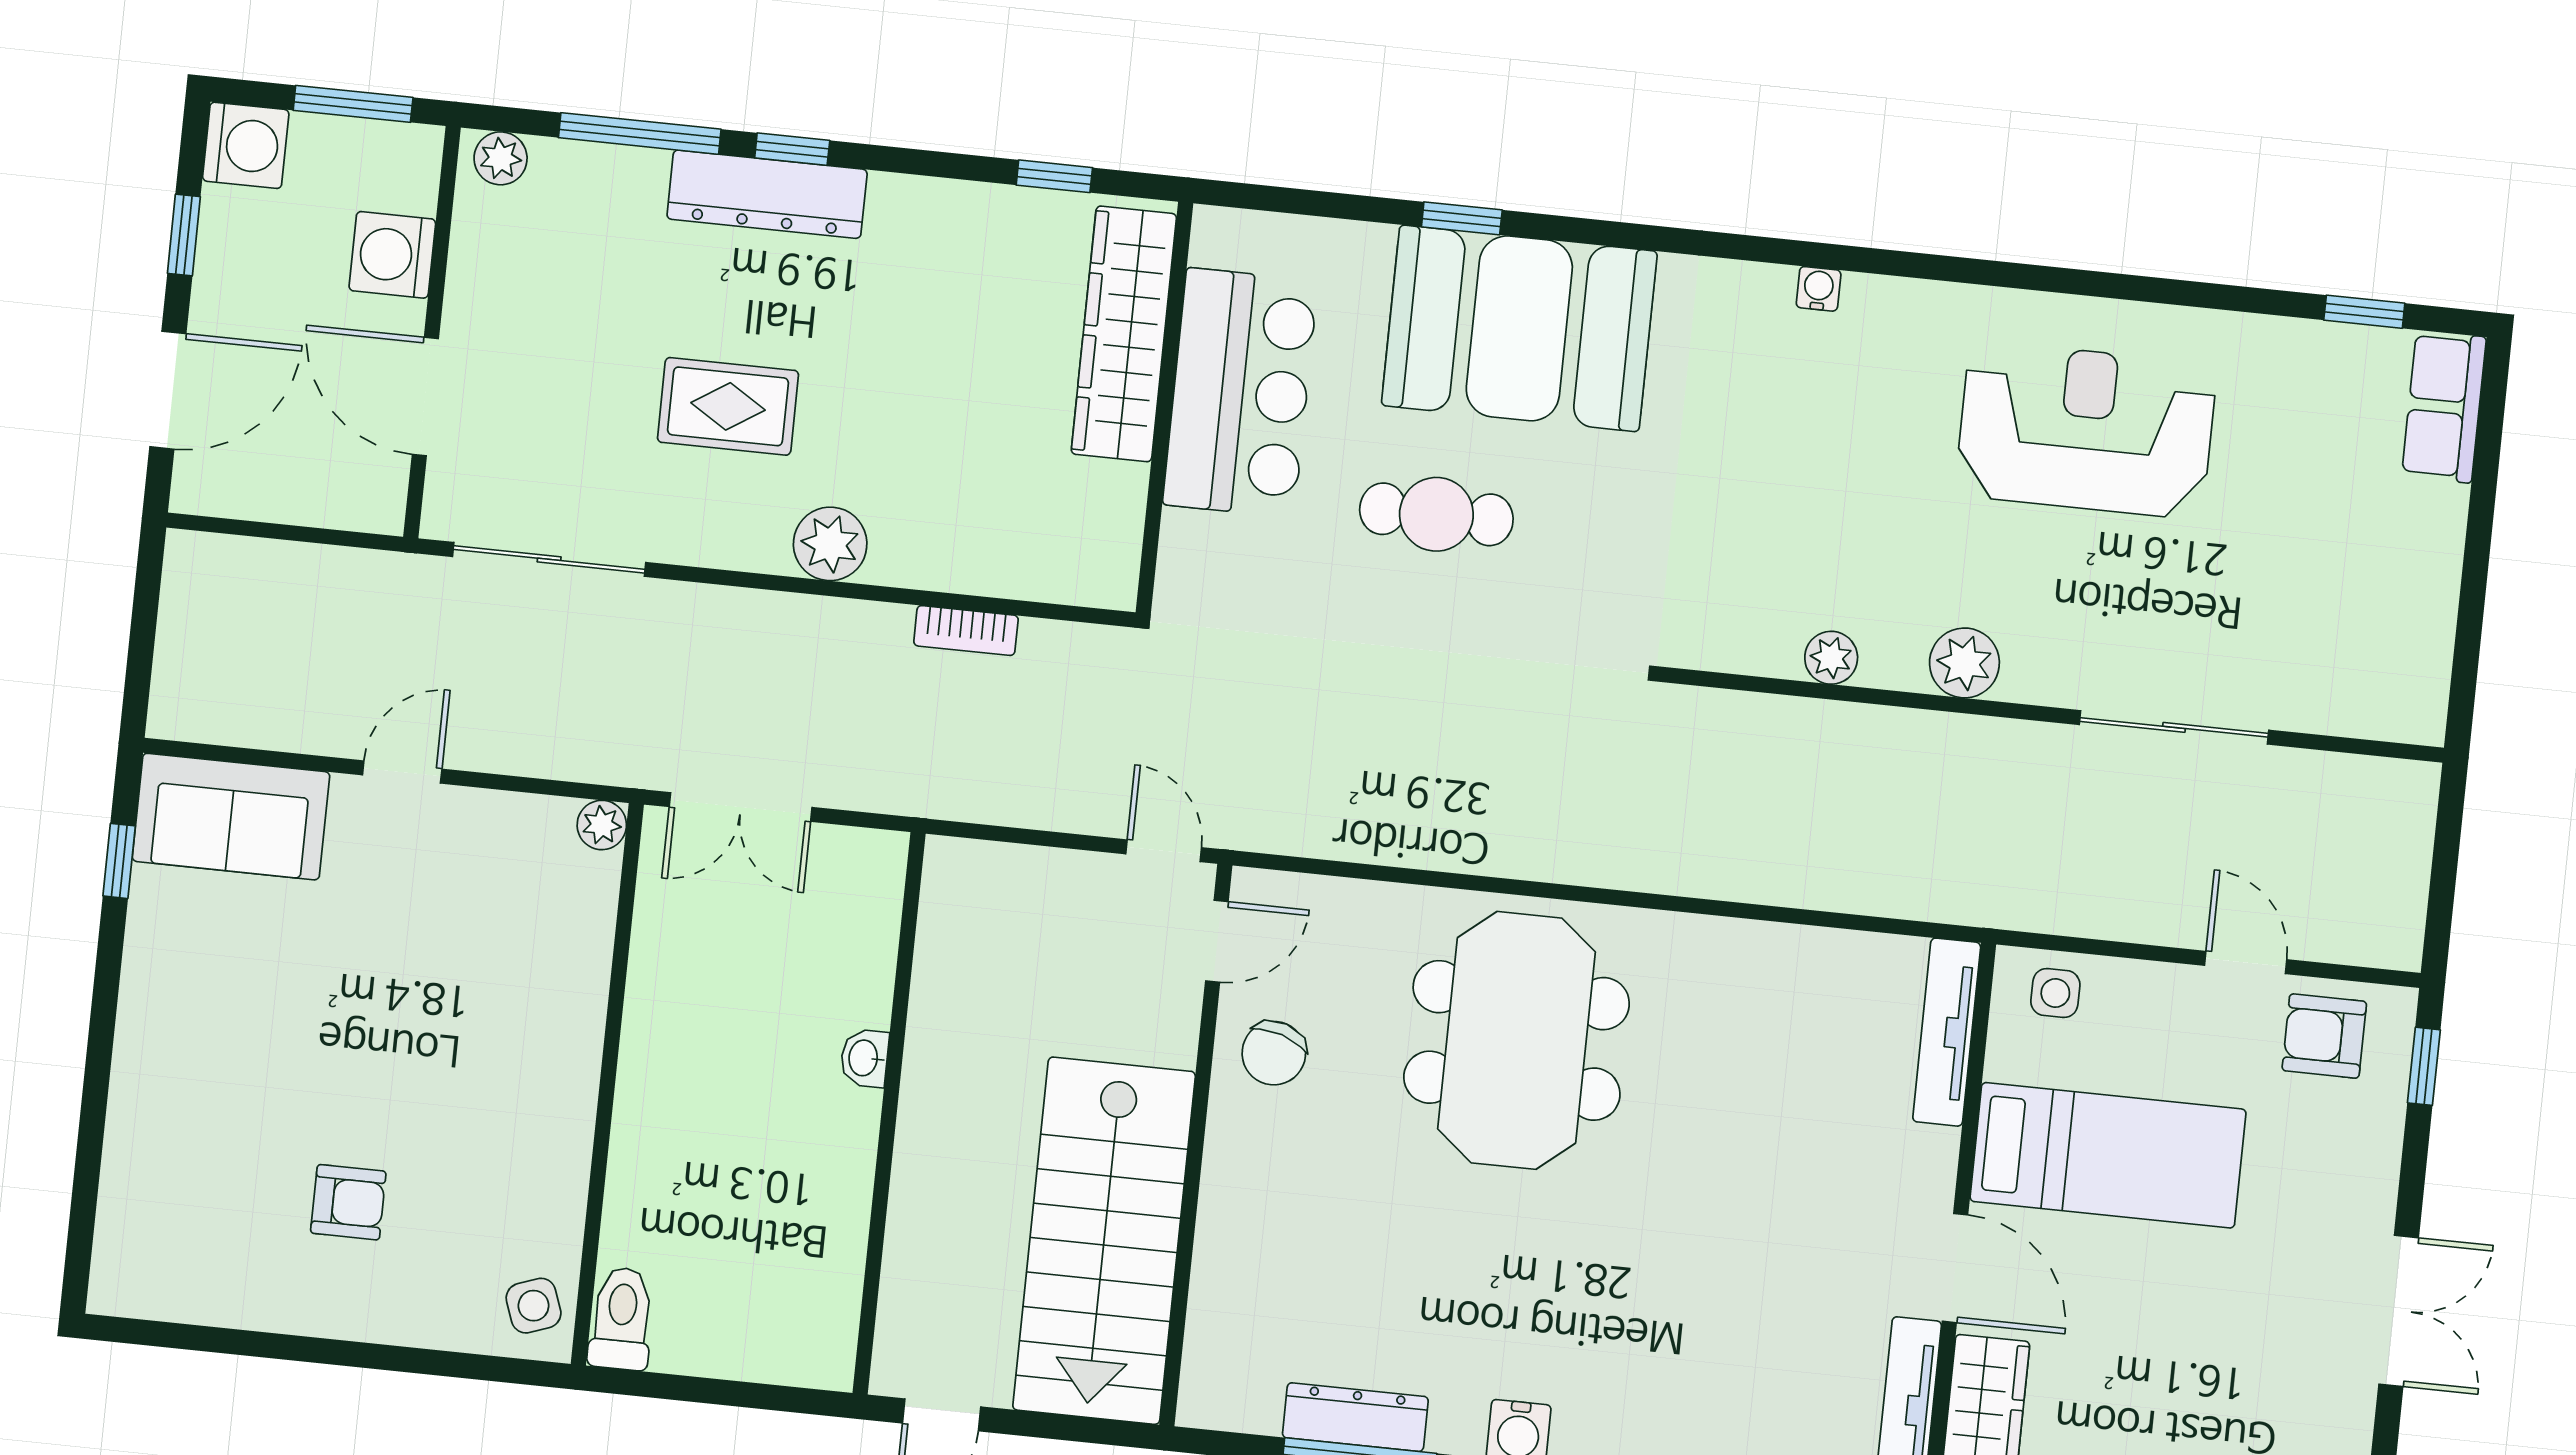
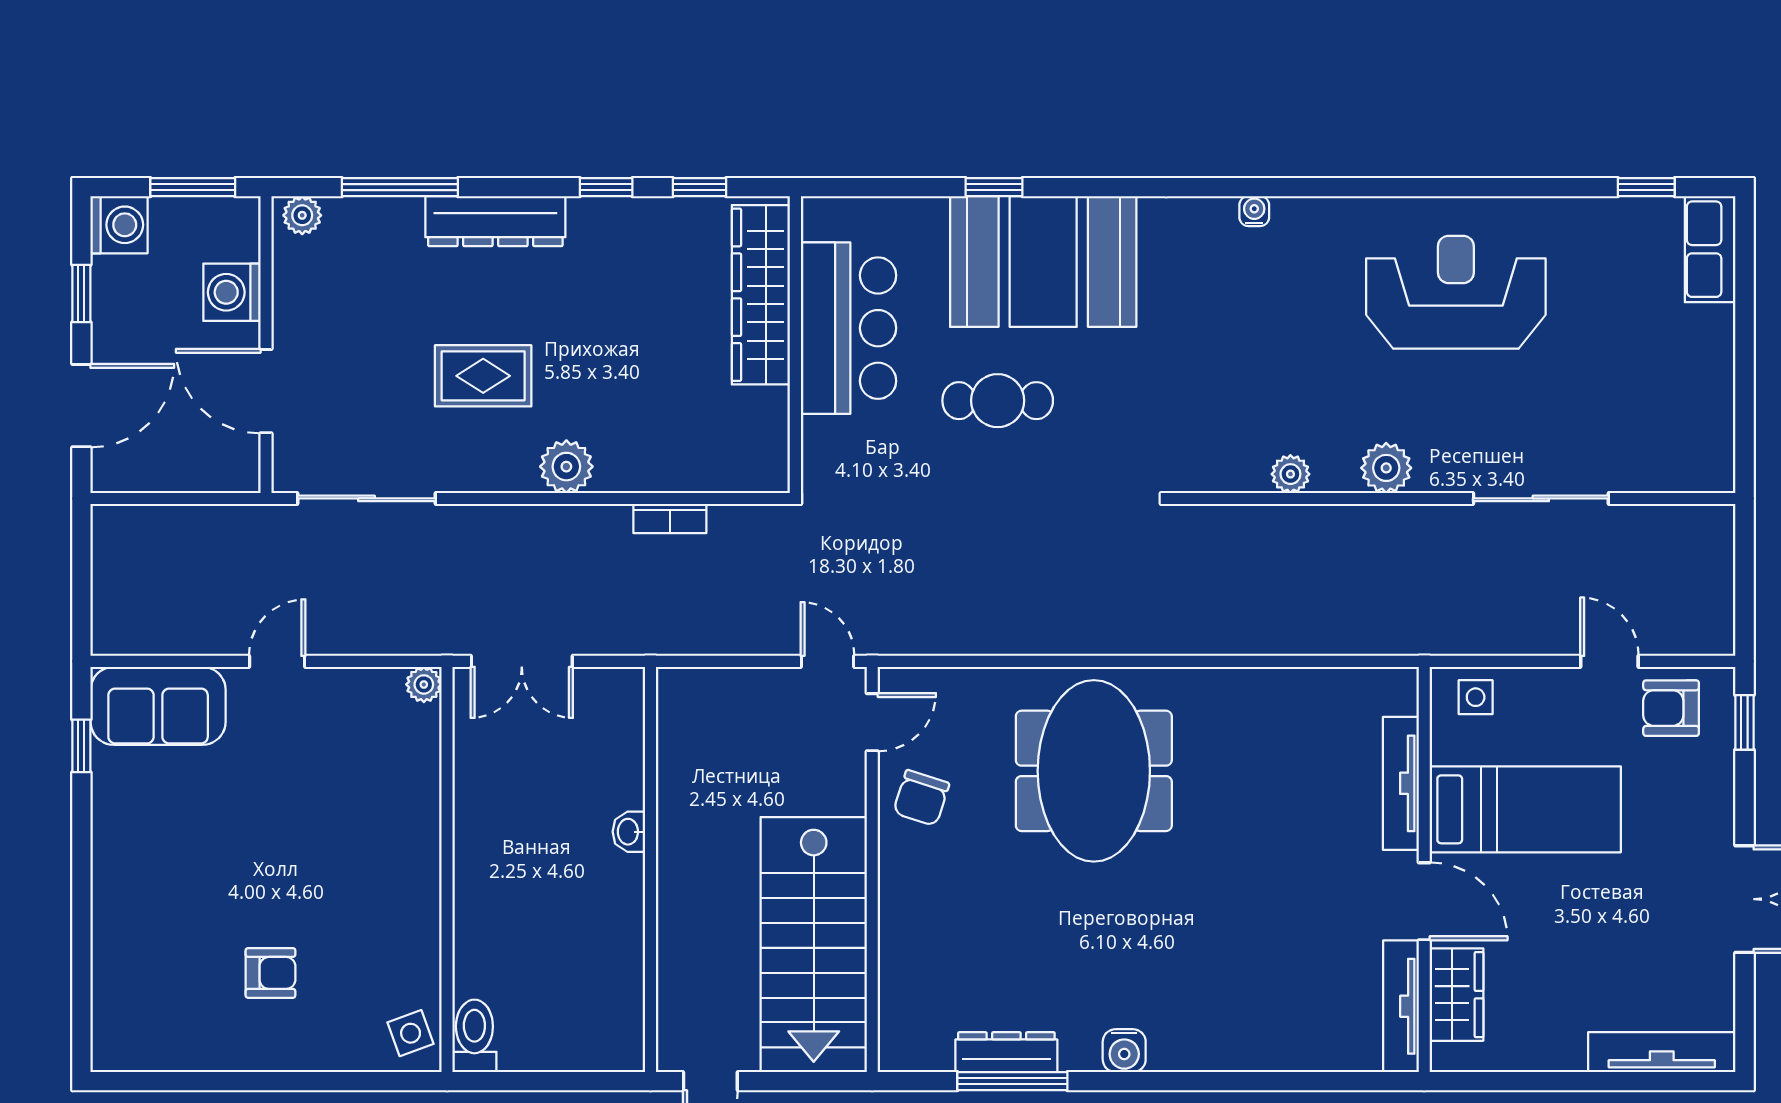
window: (792, 149) -> (606, 187), moved
tv unit: (1947, 1032) -> (1401, 783), moved

